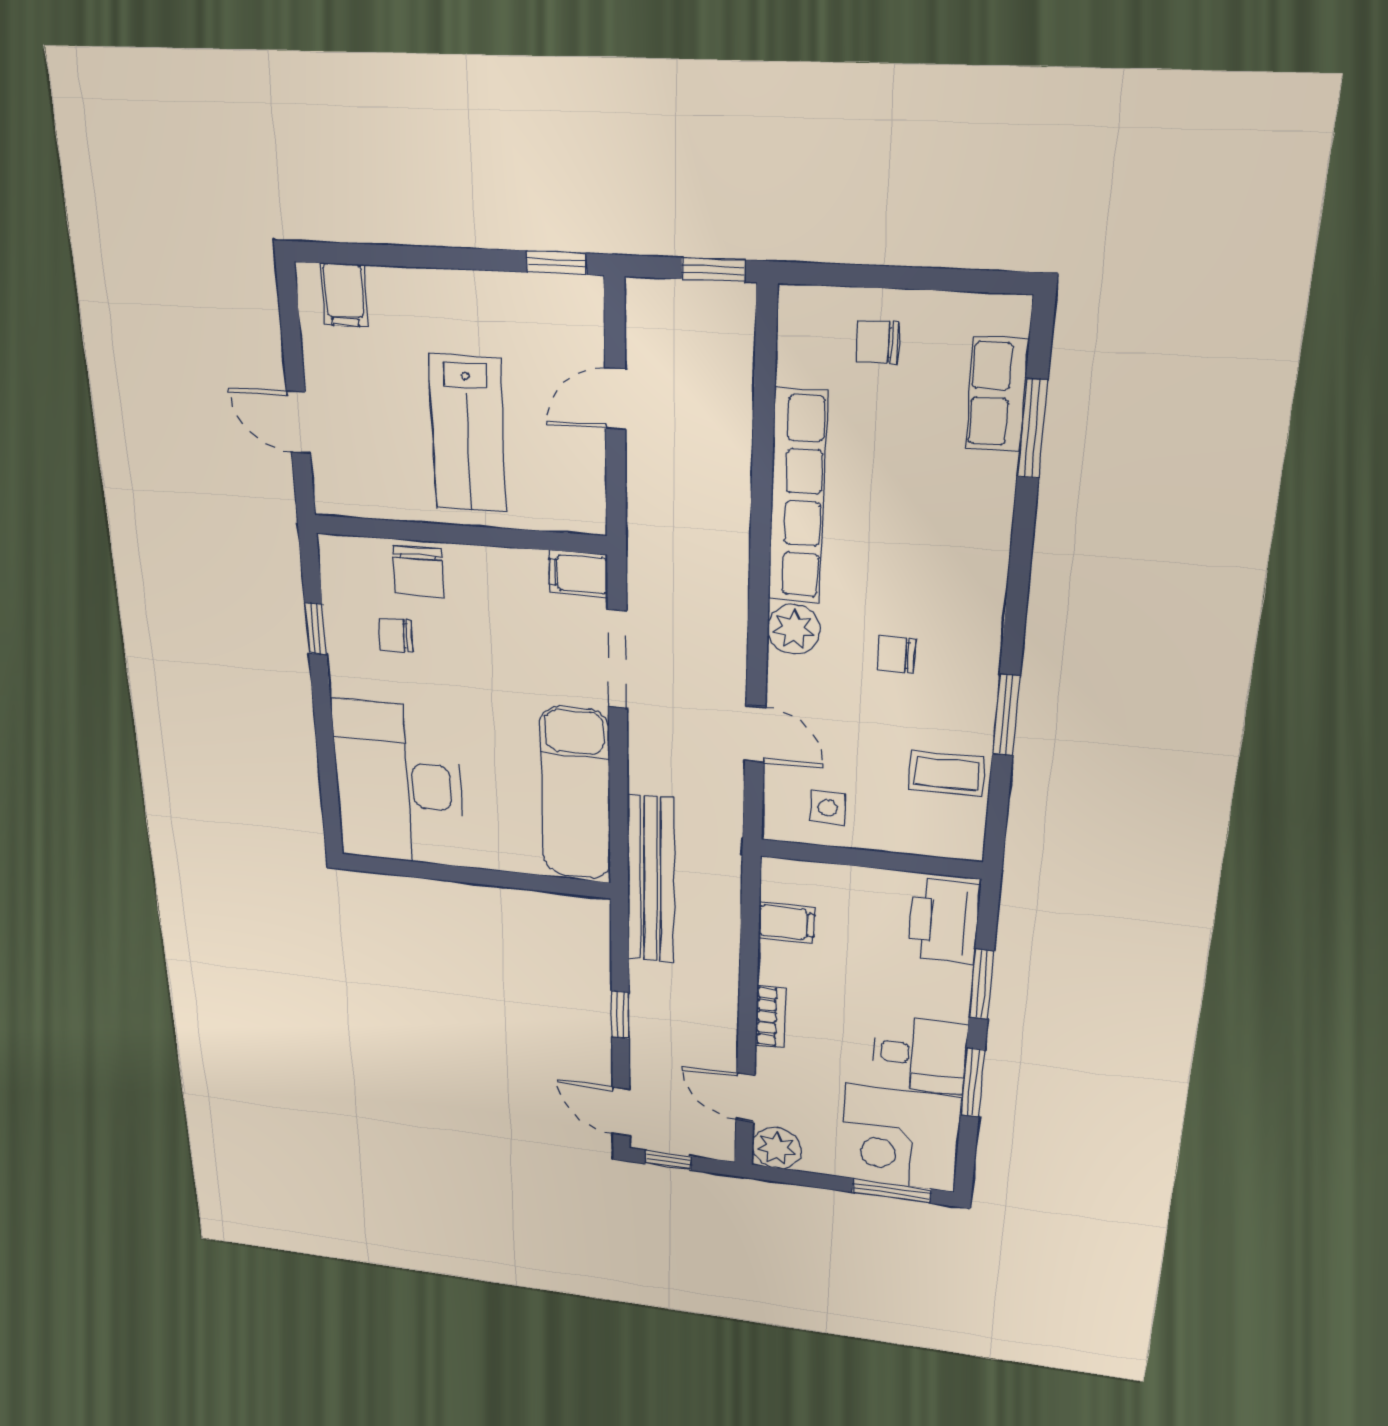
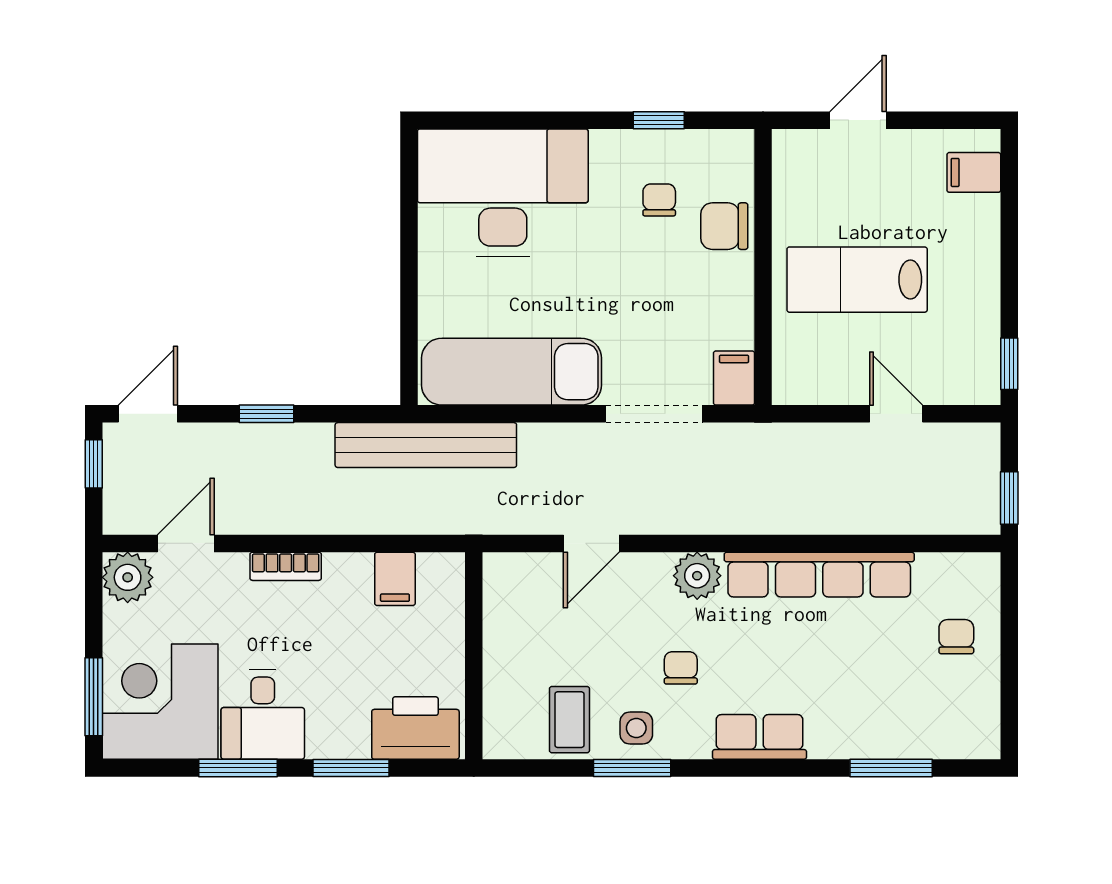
row of seats: (997, 394) -> (760, 737), moved
side table: (828, 808) -> (636, 728), moved

